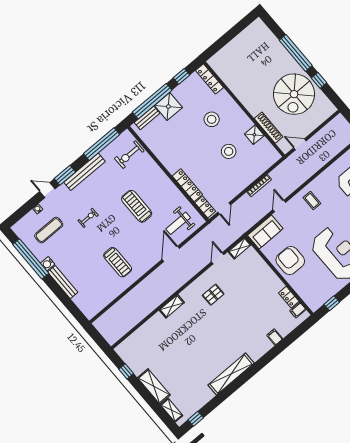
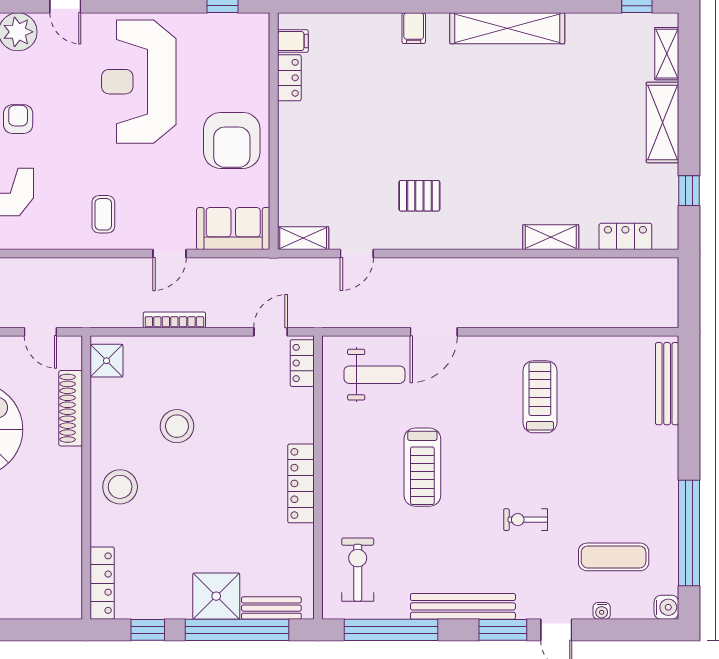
stool: (212, 119) -> (120, 487), moved
shower: (254, 135) -> (106, 361), moved
exercise bike: (129, 155) -> (358, 570), turned -90
locker: (187, 185) -> (301, 483), moved
water cooler: (47, 264) -> (666, 607), moved
bench: (63, 282) -> (667, 384), moved
shelving: (172, 306) -> (551, 237), moved
filing cabinet: (275, 337) -> (414, 28), moved
locker: (134, 339) -> (625, 236), added

